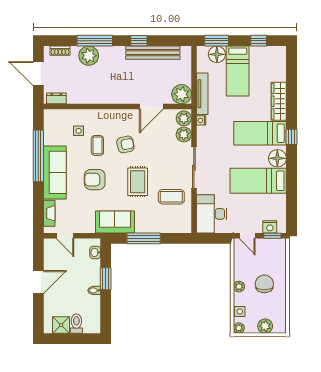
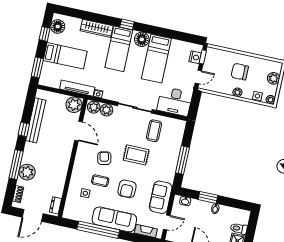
floor lamp: (217, 54) -> (58, 26), moved
sofa: (115, 222) -> (161, 197), moved

